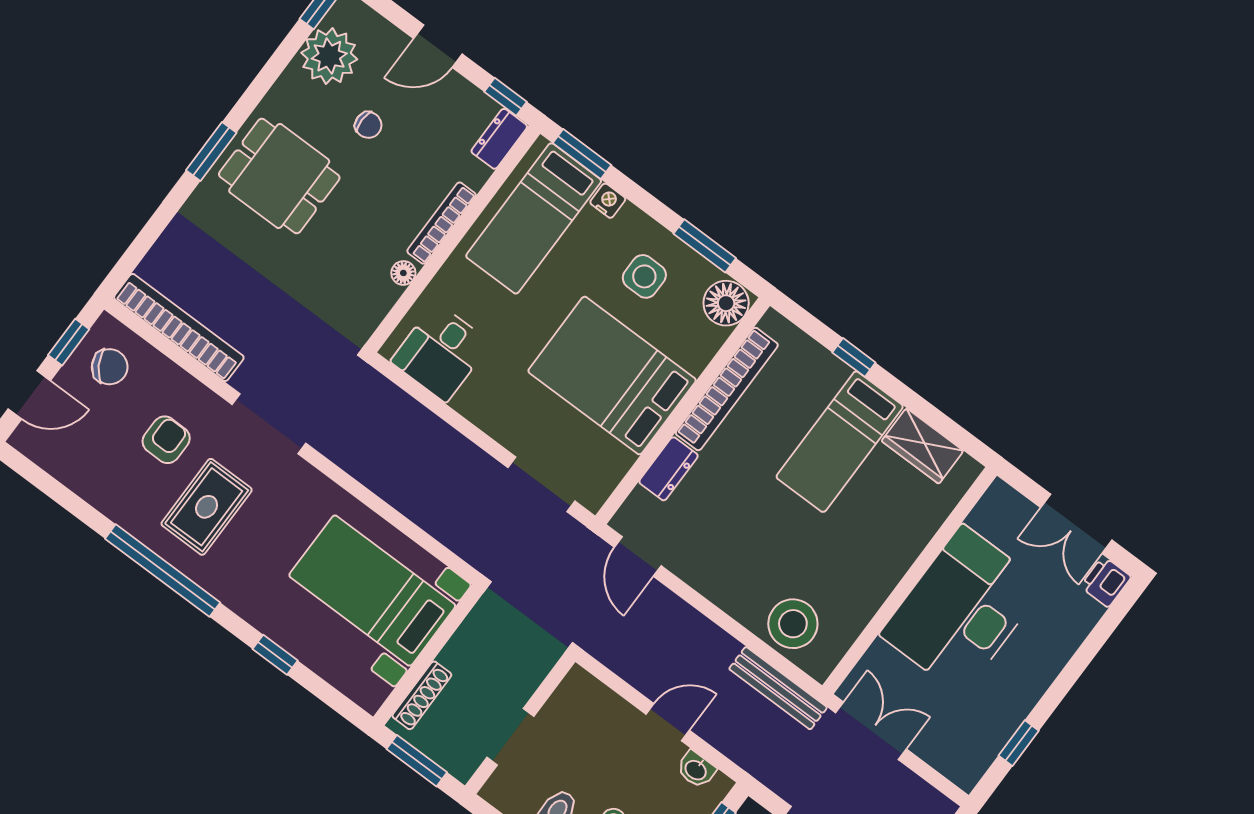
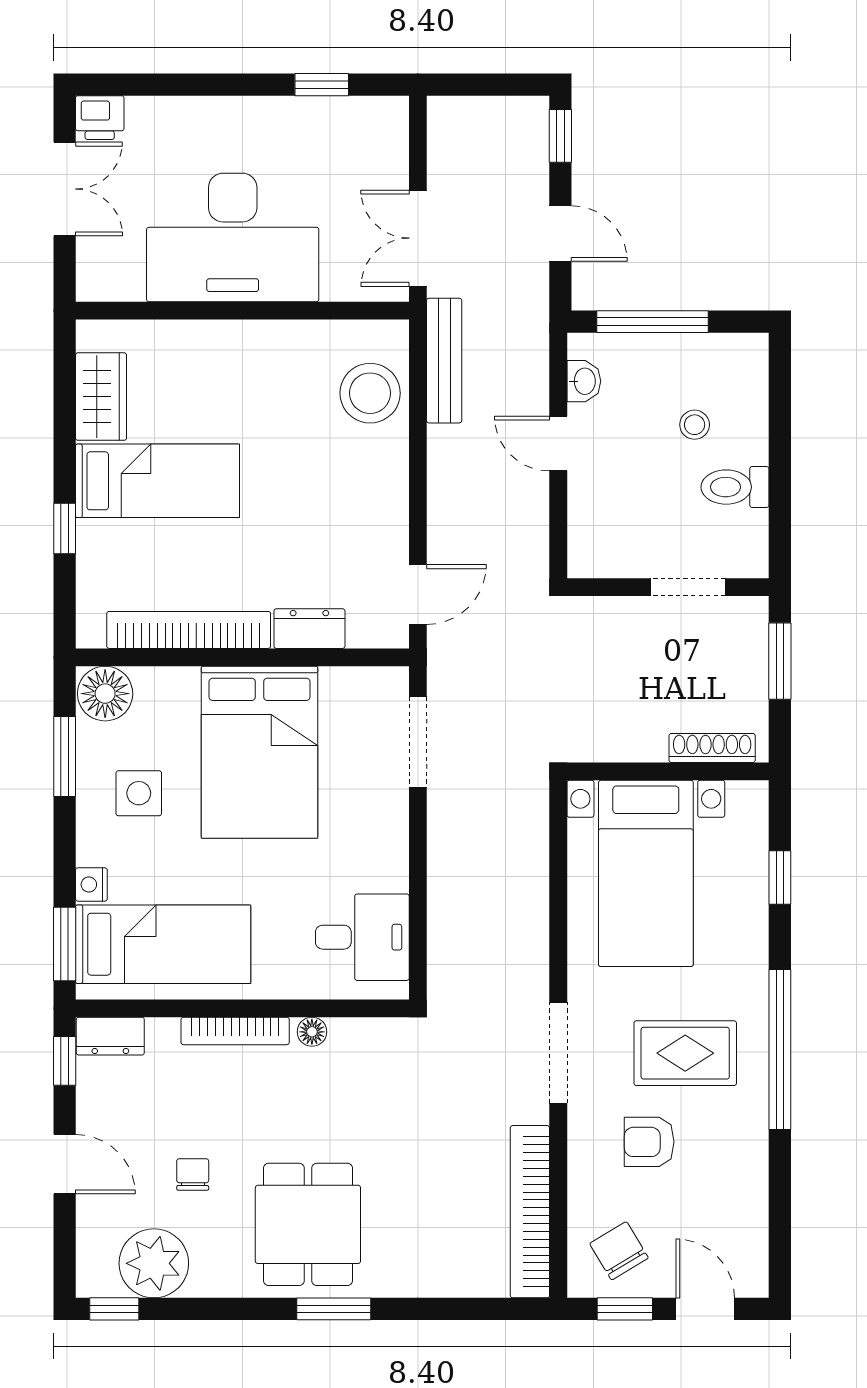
bed with nightstands: (372, 591) -> (646, 873), moved
wall: (428, 655) -> (668, 771), moved
shoe rack: (422, 695) -> (712, 748), moved

